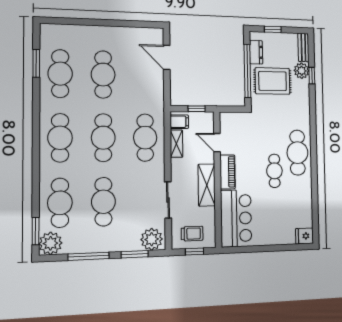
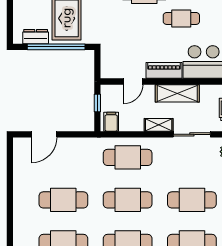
window: (273, 29) -> (10, 17), removed
shelving: (176, 144) -> (159, 125), moved
cafe table: (274, 171) -> (181, 18), moved

